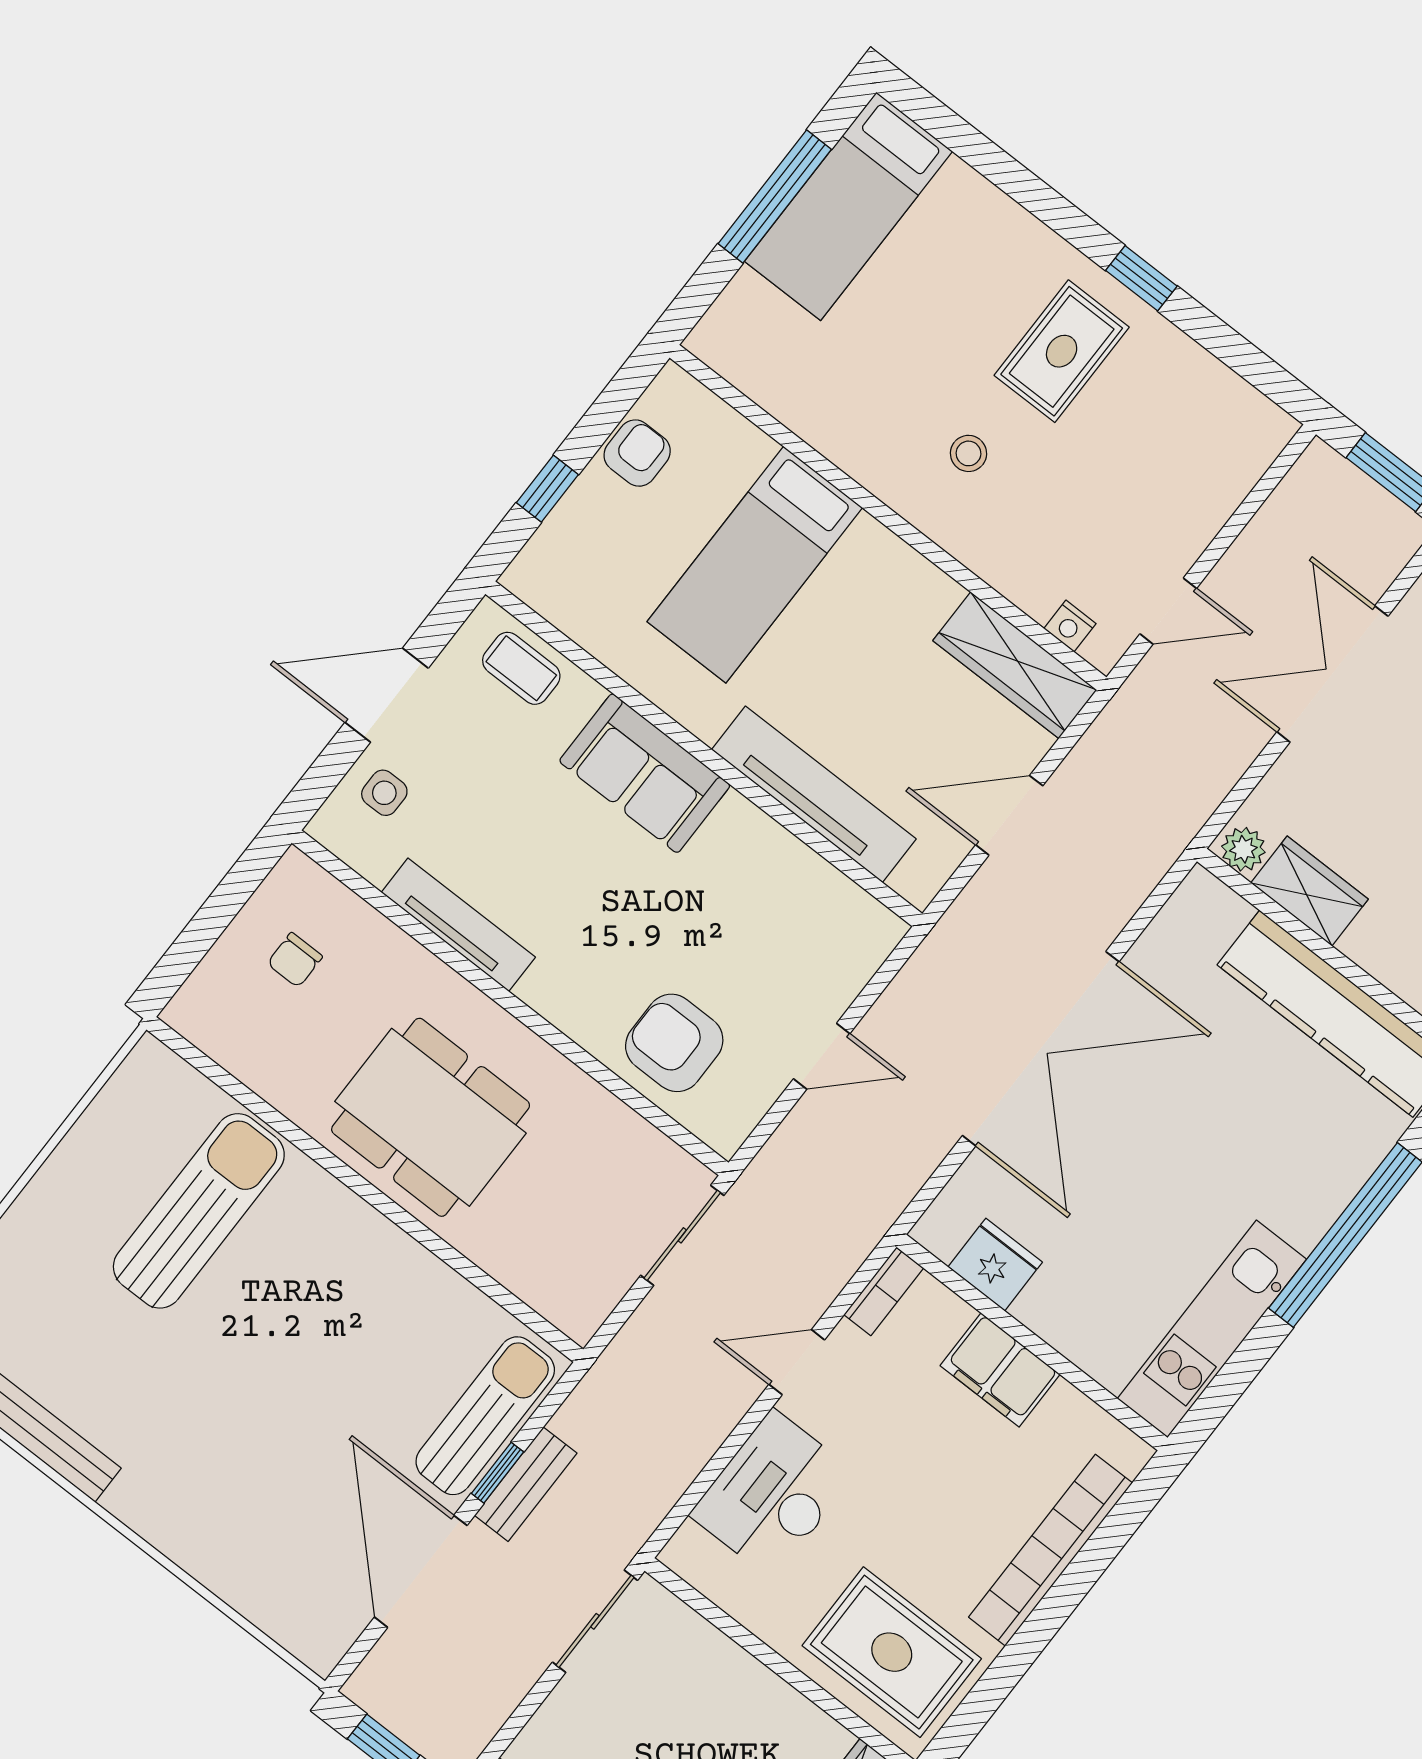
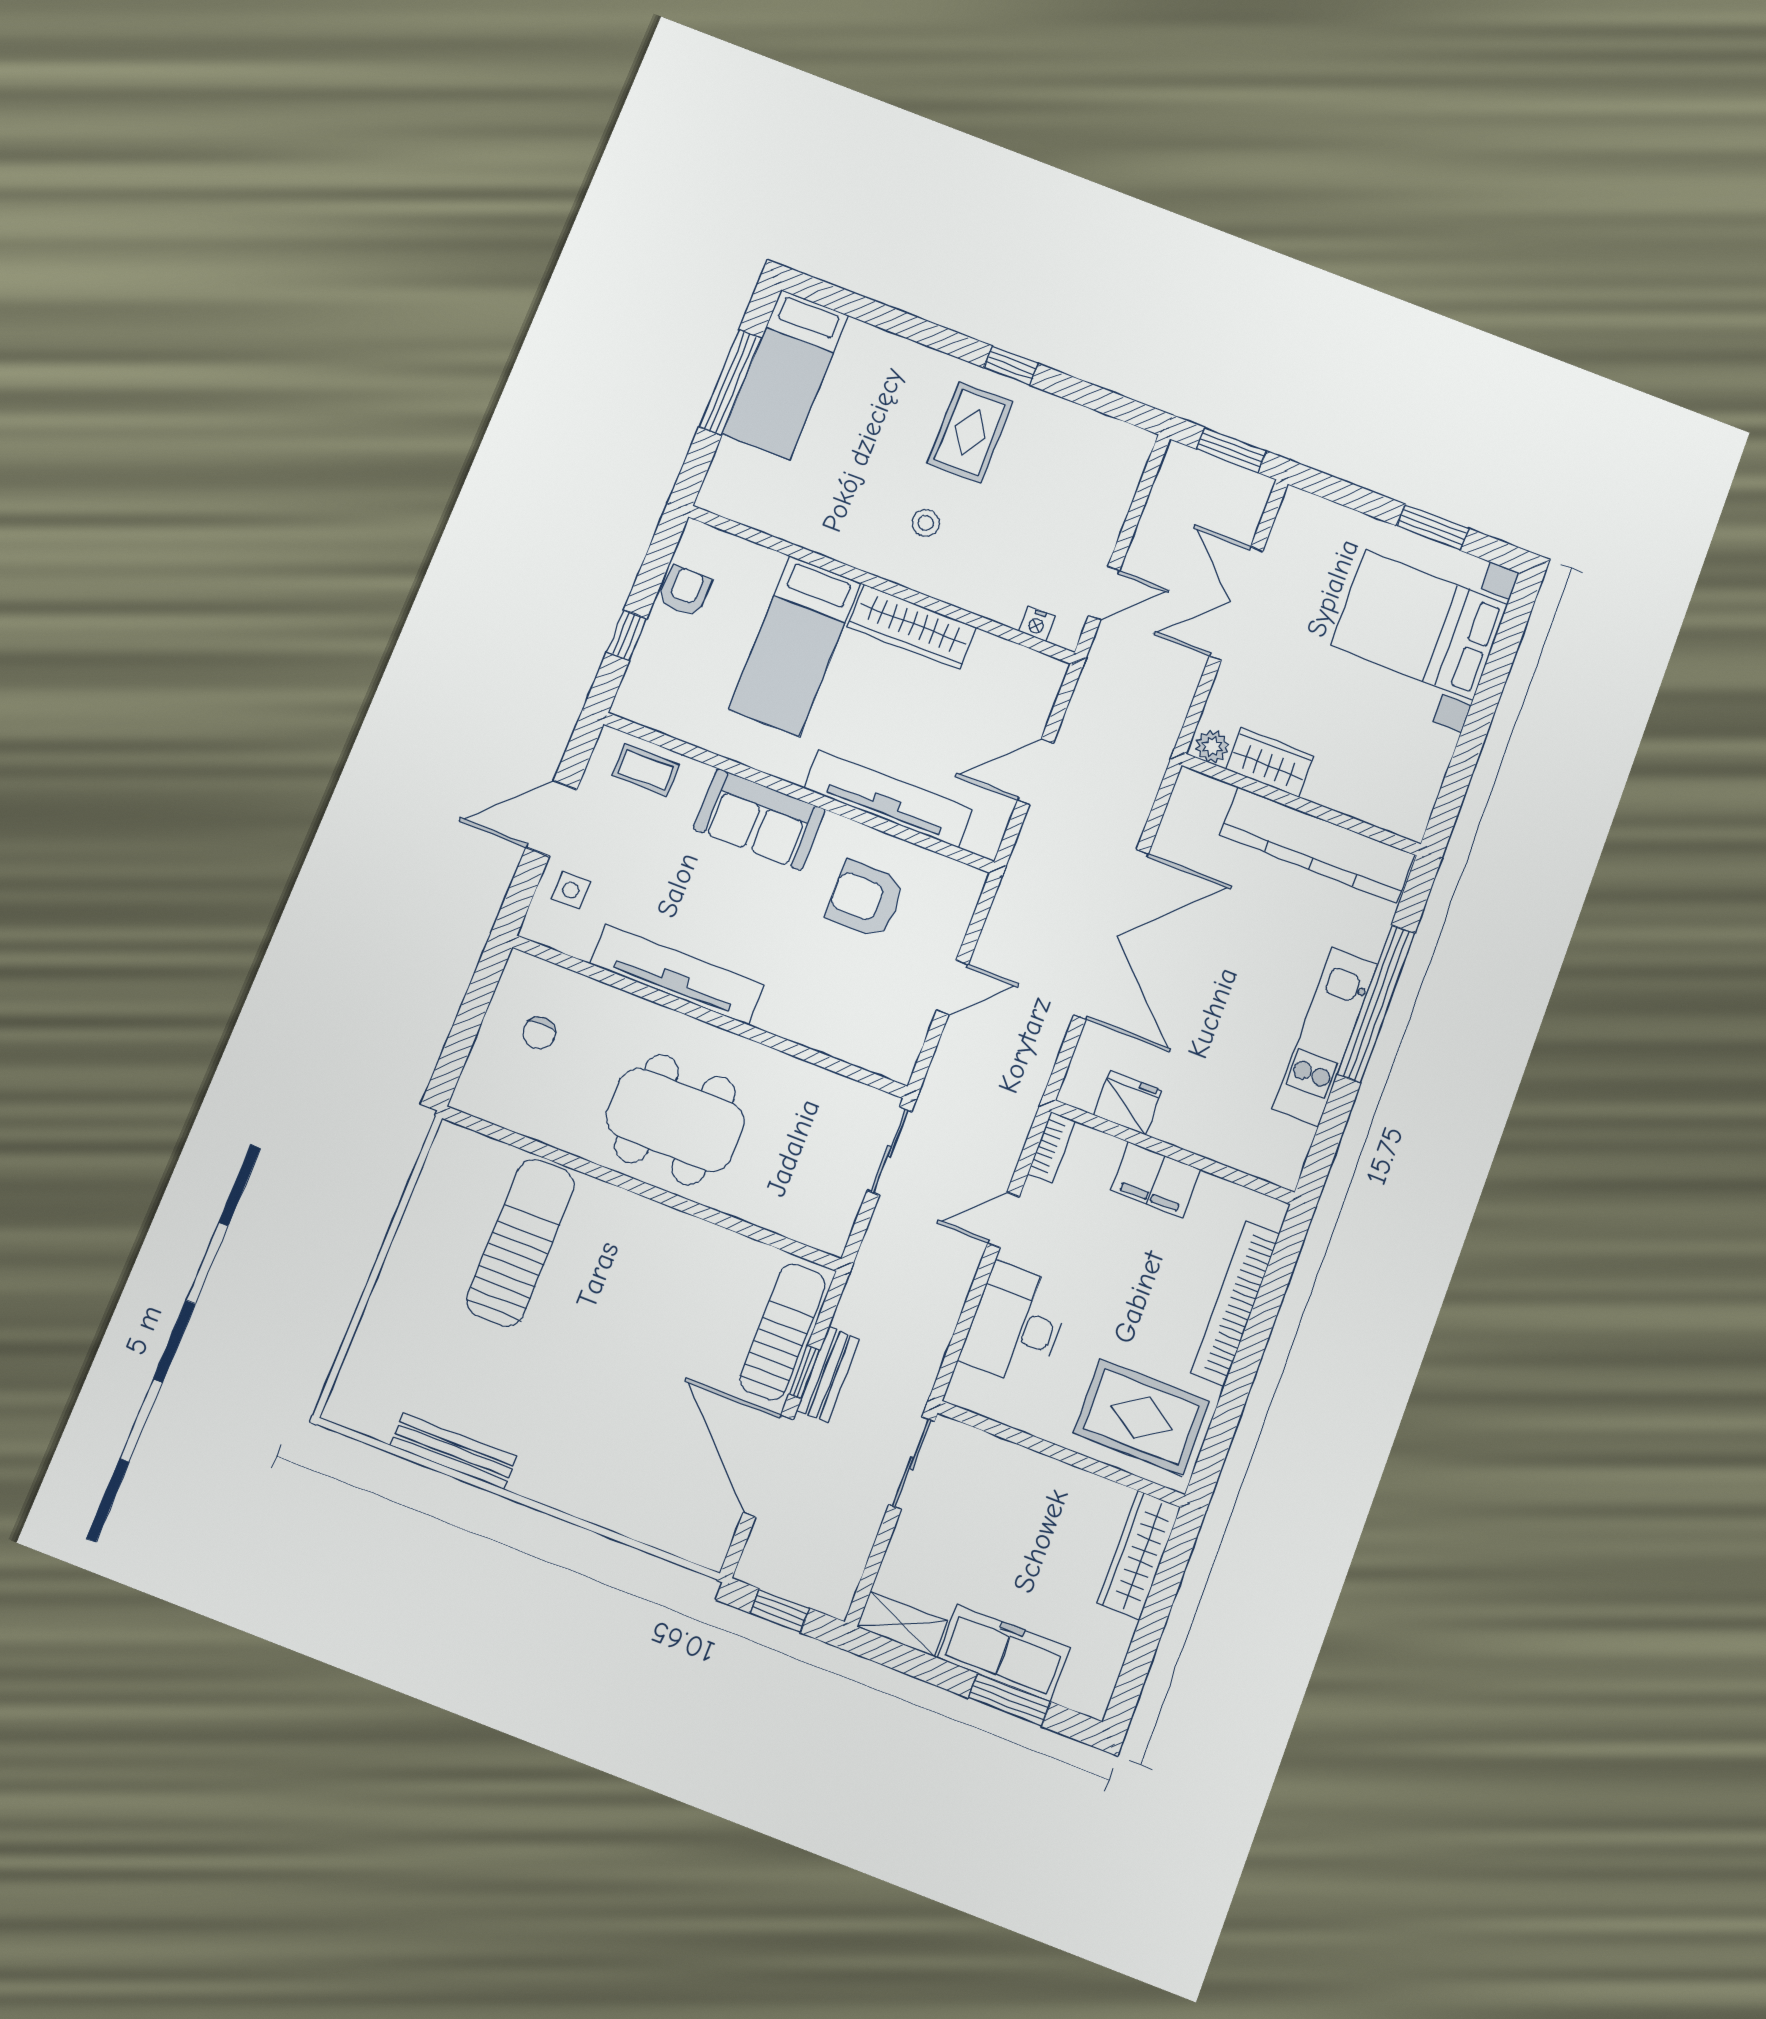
wardrobe: (1015, 665) -> (912, 627), moved
tv unit: (458, 925) -> (677, 974), width x1.36, depth x1.29
armchair: (674, 1043) -> (865, 899), moved
kitchen unit: (1212, 1329) -> (1325, 1036), moved

